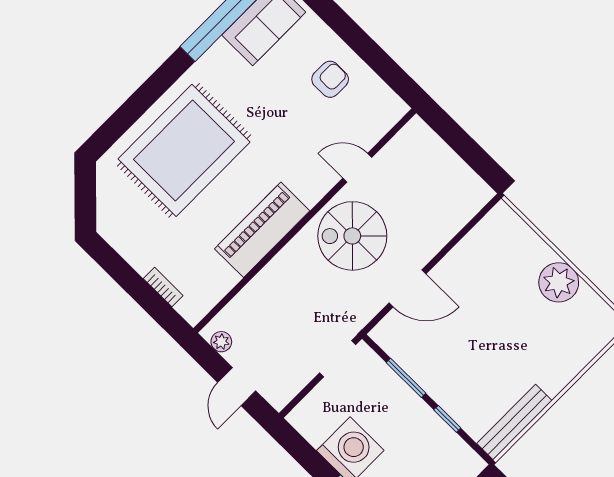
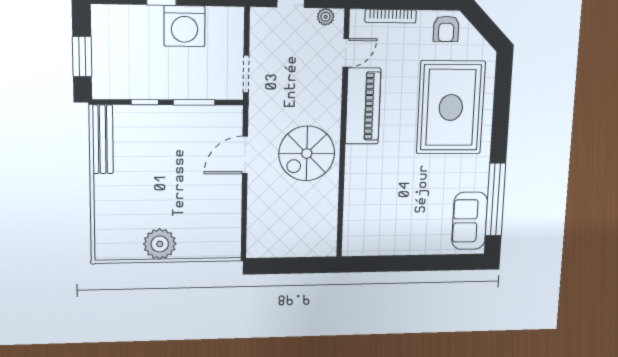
armchair: (330, 79) -> (446, 29), moved
door: (357, 168) -> (346, 53), moved
spiral stairs: (352, 236) -> (307, 153), turned 180
bookcase: (163, 287) -> (391, 16), width x1.56

